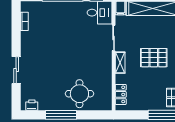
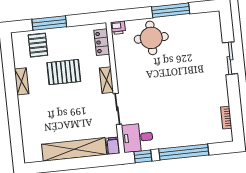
pallet: (154, 58) -> (64, 72), moved
printer: (32, 105) -> (118, 28), moved

